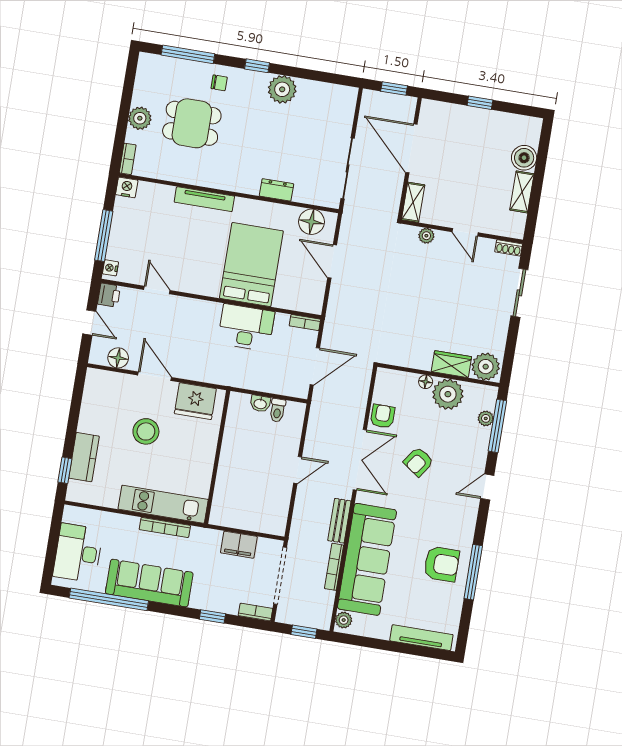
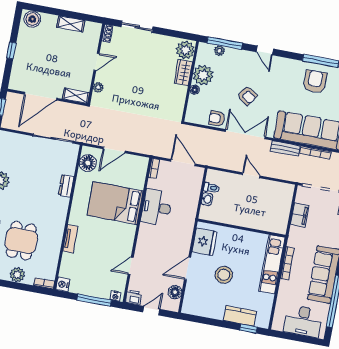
boiler: (524, 158) -> (32, 19), moved
tv unit: (204, 199) -> (70, 239), width x0.71

